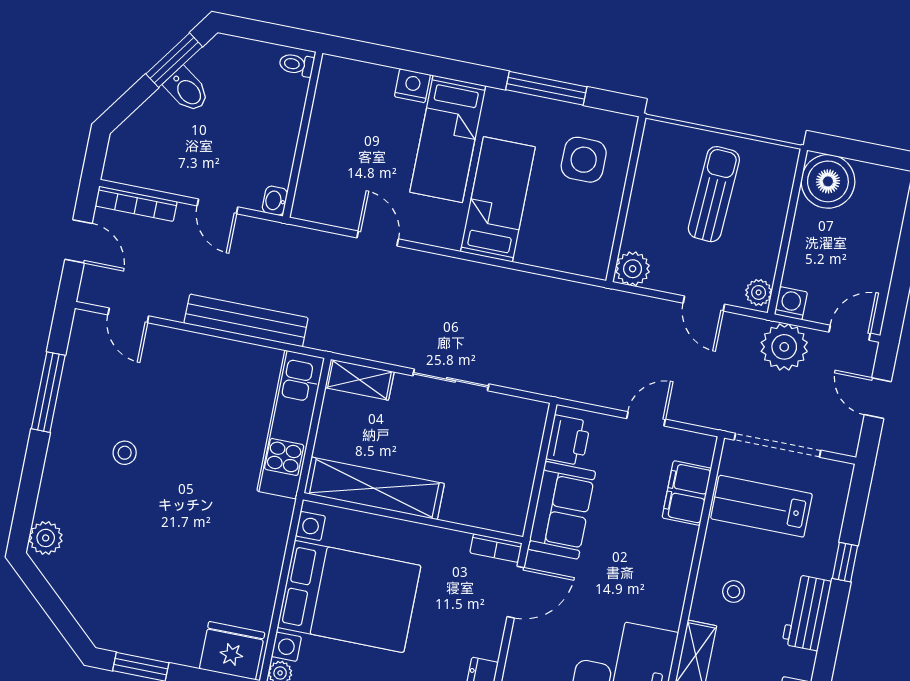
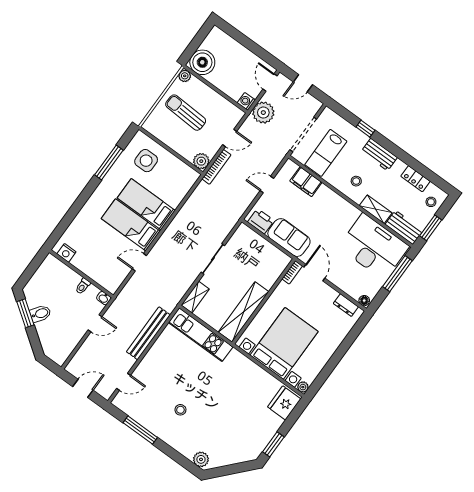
toilet: (296, 65) -> (83, 286), moved
nightstand: (412, 86) -> (66, 253), moved, turned -90
bed: (448, 139) -> (131, 225), moved, turned 180
bookcase: (136, 204) -> (216, 167), moved
plant: (759, 292) -> (185, 76), moved
door: (646, 419) -> (267, 185), hinge flipped

